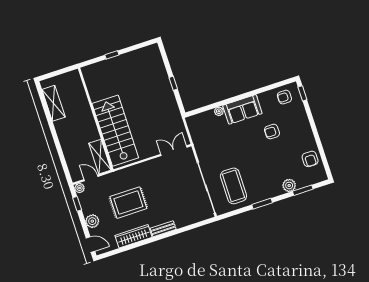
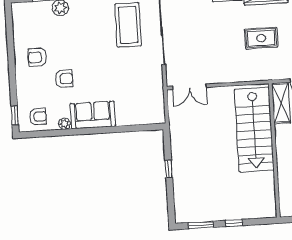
window: (137, 47) -> (201, 225), added
plant: (219, 111) -> (64, 124), moved
armchair: (310, 159) -> (37, 57), moved, turned -90
rug: (128, 203) -> (261, 38), width x0.73, depth x0.70

